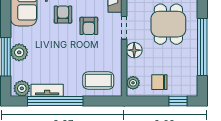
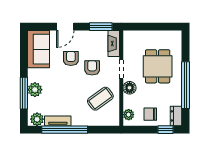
armchair: (89, 26) -> (92, 68), turned 180
coffee table: (98, 81) -> (100, 99), moved, turned -36
dresser: (191, 84) -> (176, 116), added

